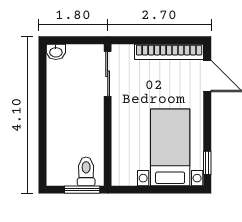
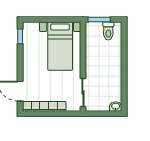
bed with nightstands: (170, 147) -> (60, 46), moved
toilet: (86, 171) -> (108, 31), moved

